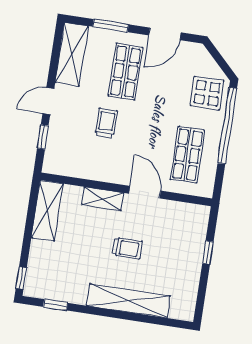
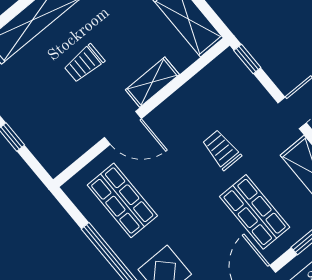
trolley: (106, 123) -> (222, 150), turned 180
window: (43, 137) -> (247, 59), moved

